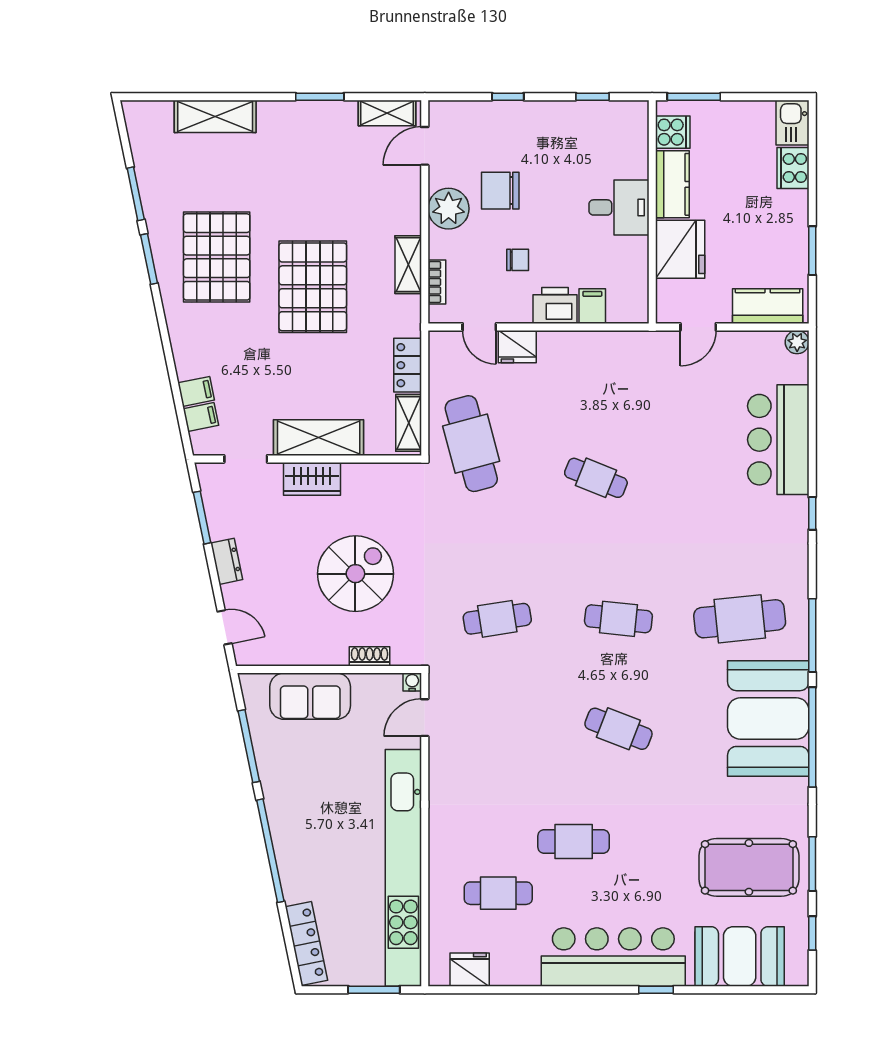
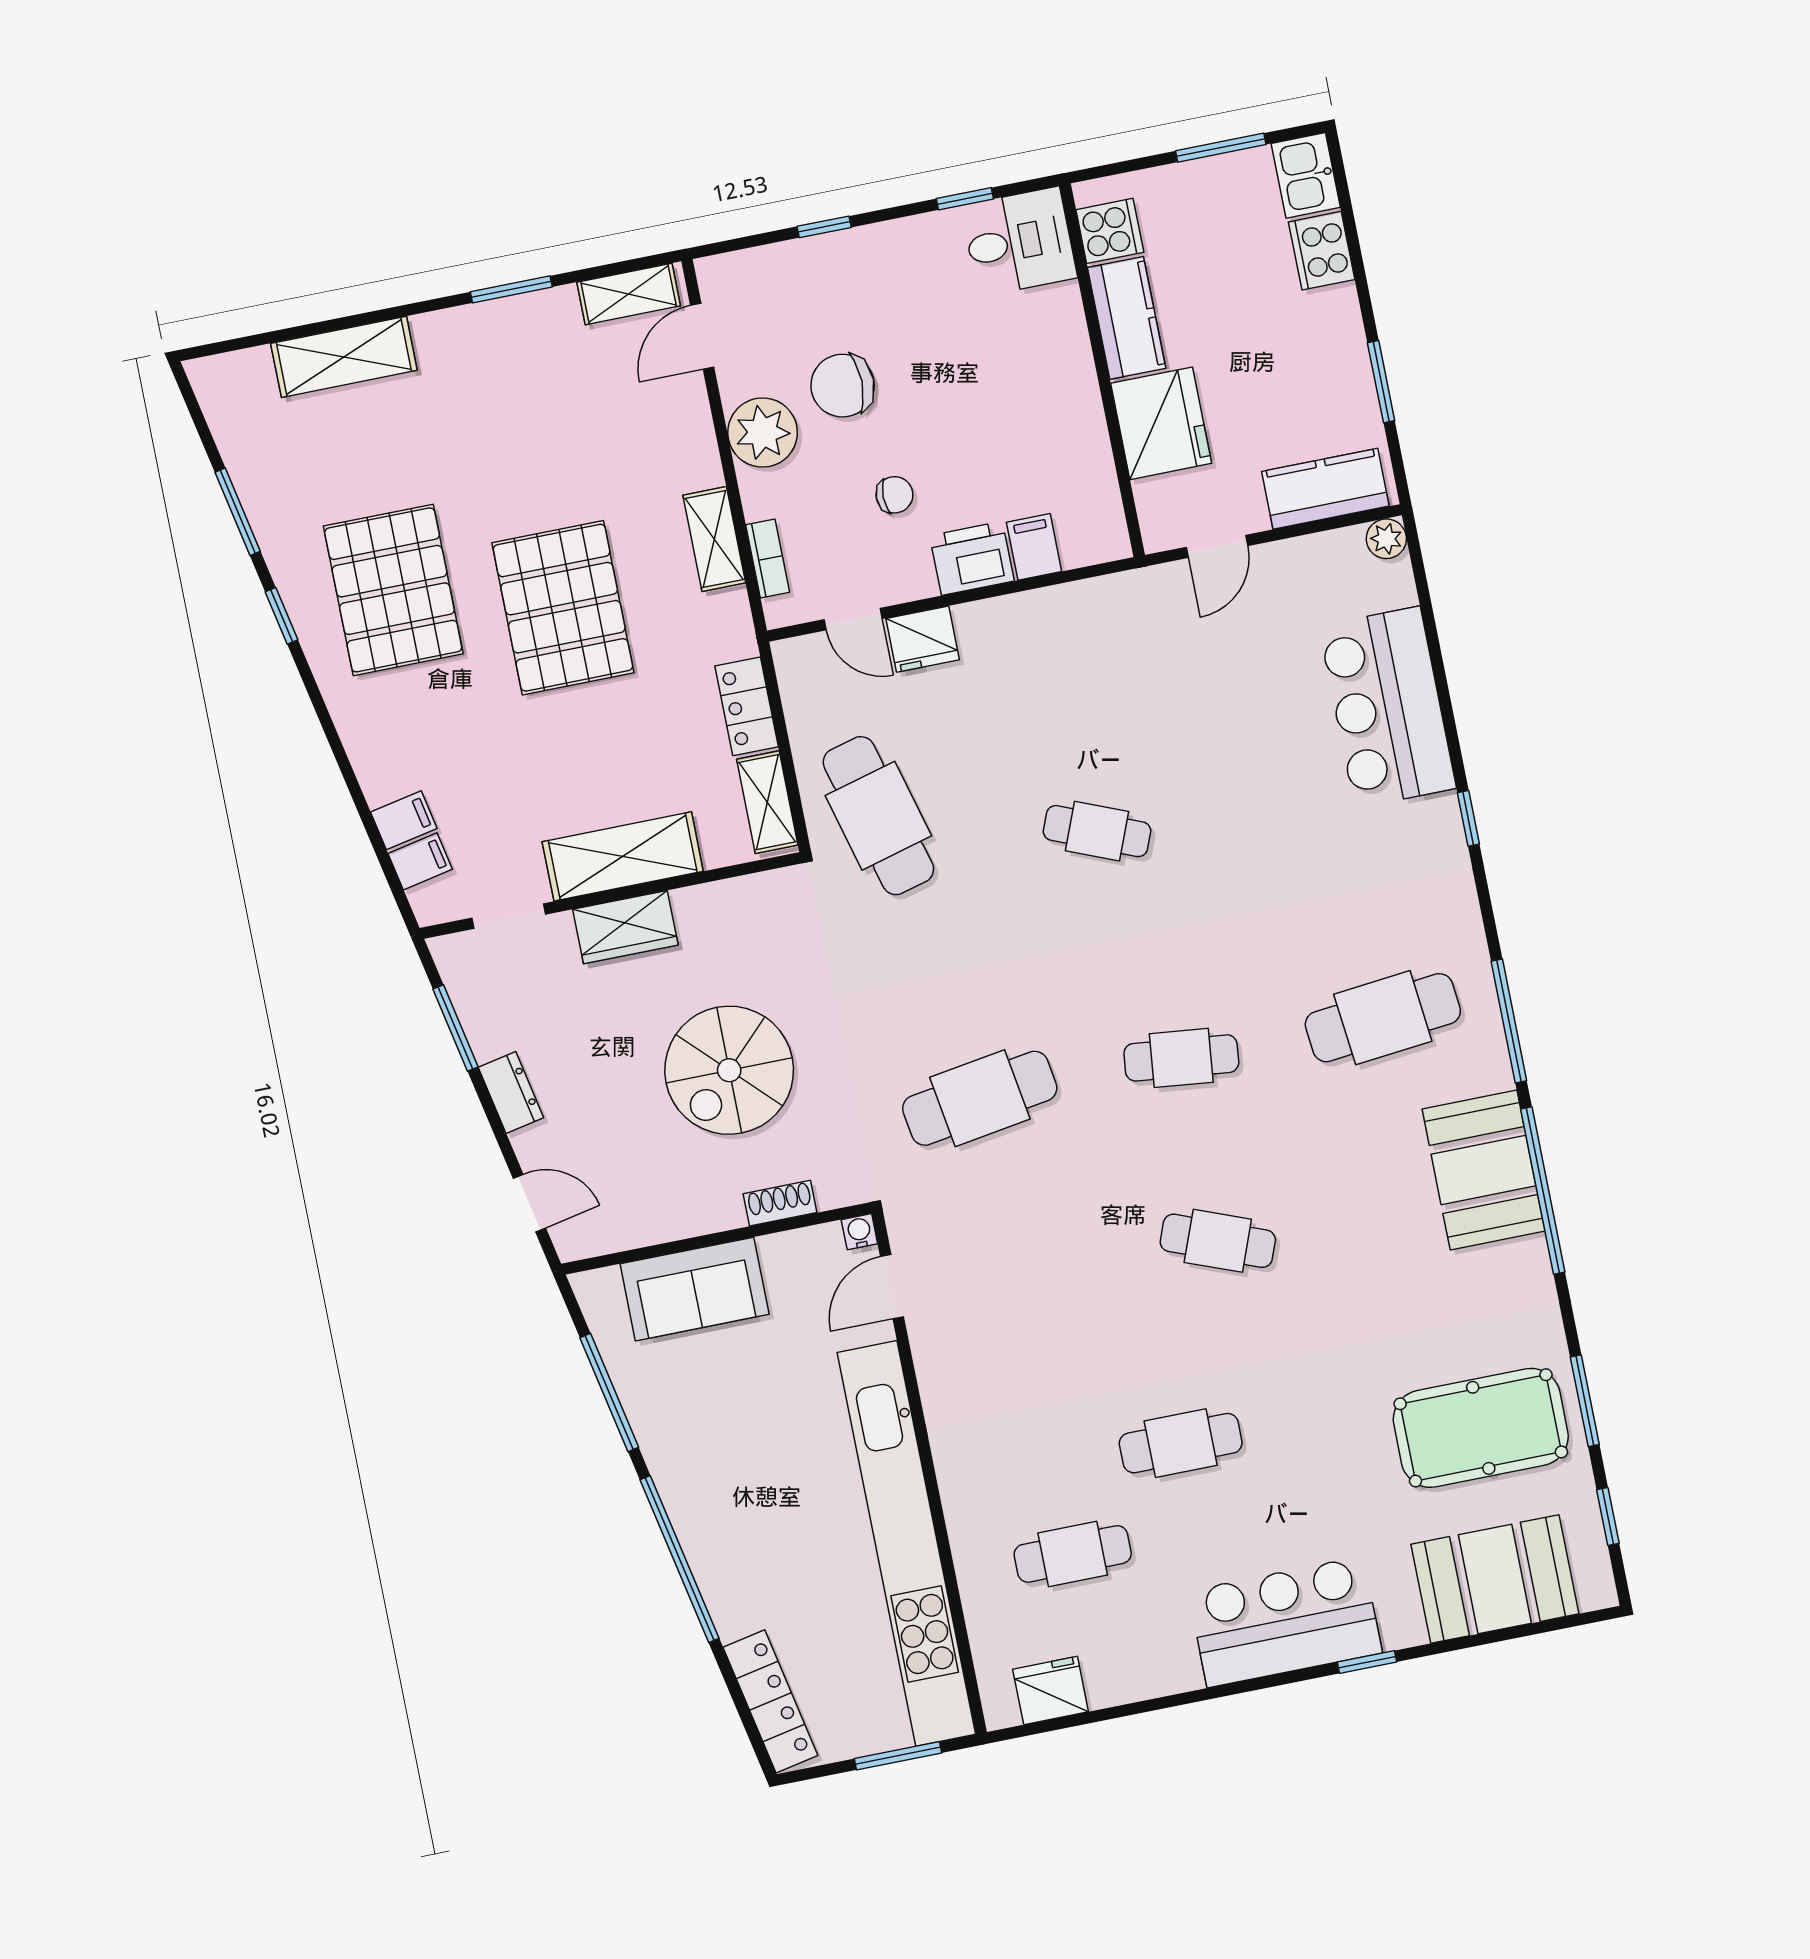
window: (694, 97) -> (1221, 148), moved
desk: (619, 207) -> (1019, 242), moved
window: (149, 259) -> (282, 616), width x0.67
spiral stairs: (355, 574) -> (729, 1070), turned 180
cafe table: (497, 619) -> (980, 1098), width x1.37, depth x1.35
booth: (768, 719) -> (1484, 1170), width x0.73, depth x0.70
bar counter: (613, 957) -> (1285, 1622), width x0.73

